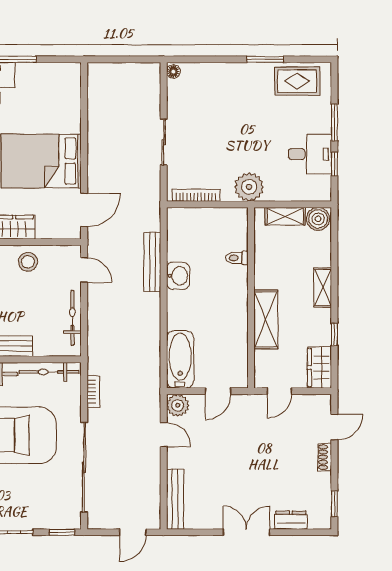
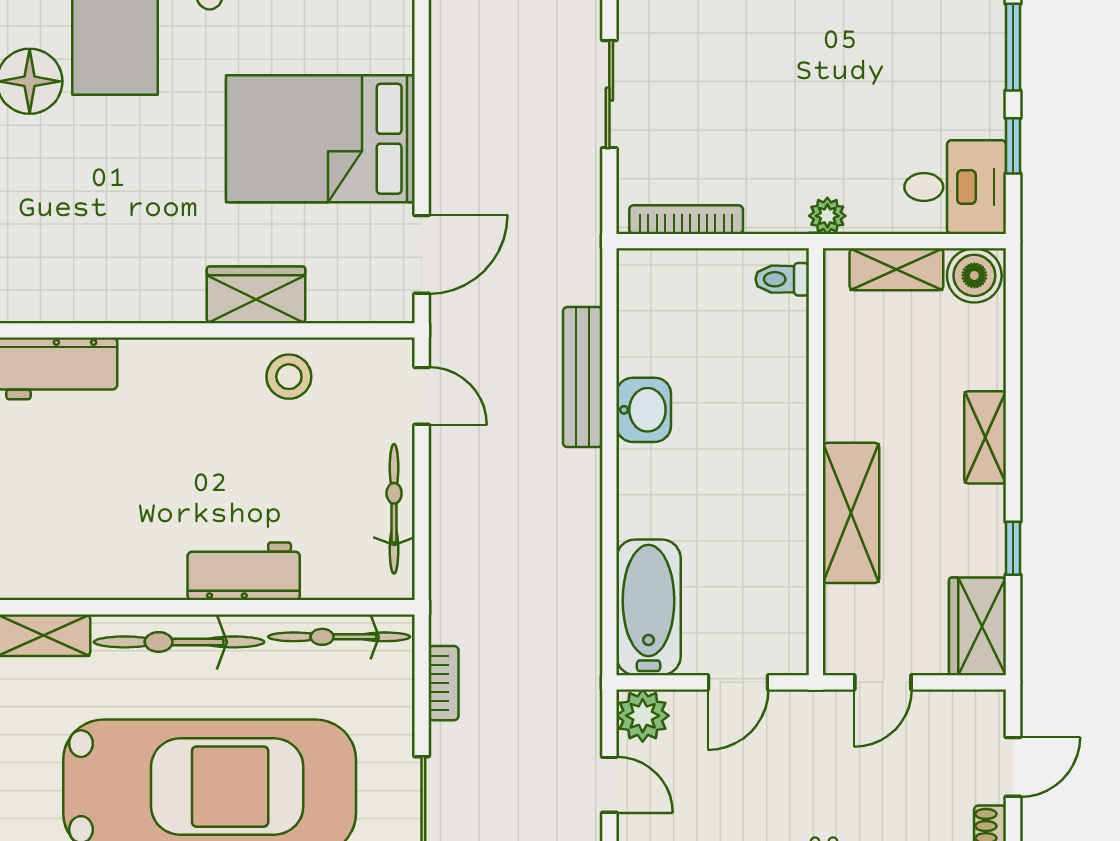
desk: (310, 154) -> (955, 187), moved
plant: (249, 187) -> (827, 216), width x0.53, depth x0.53
toilet: (237, 258) -> (782, 279), moved

